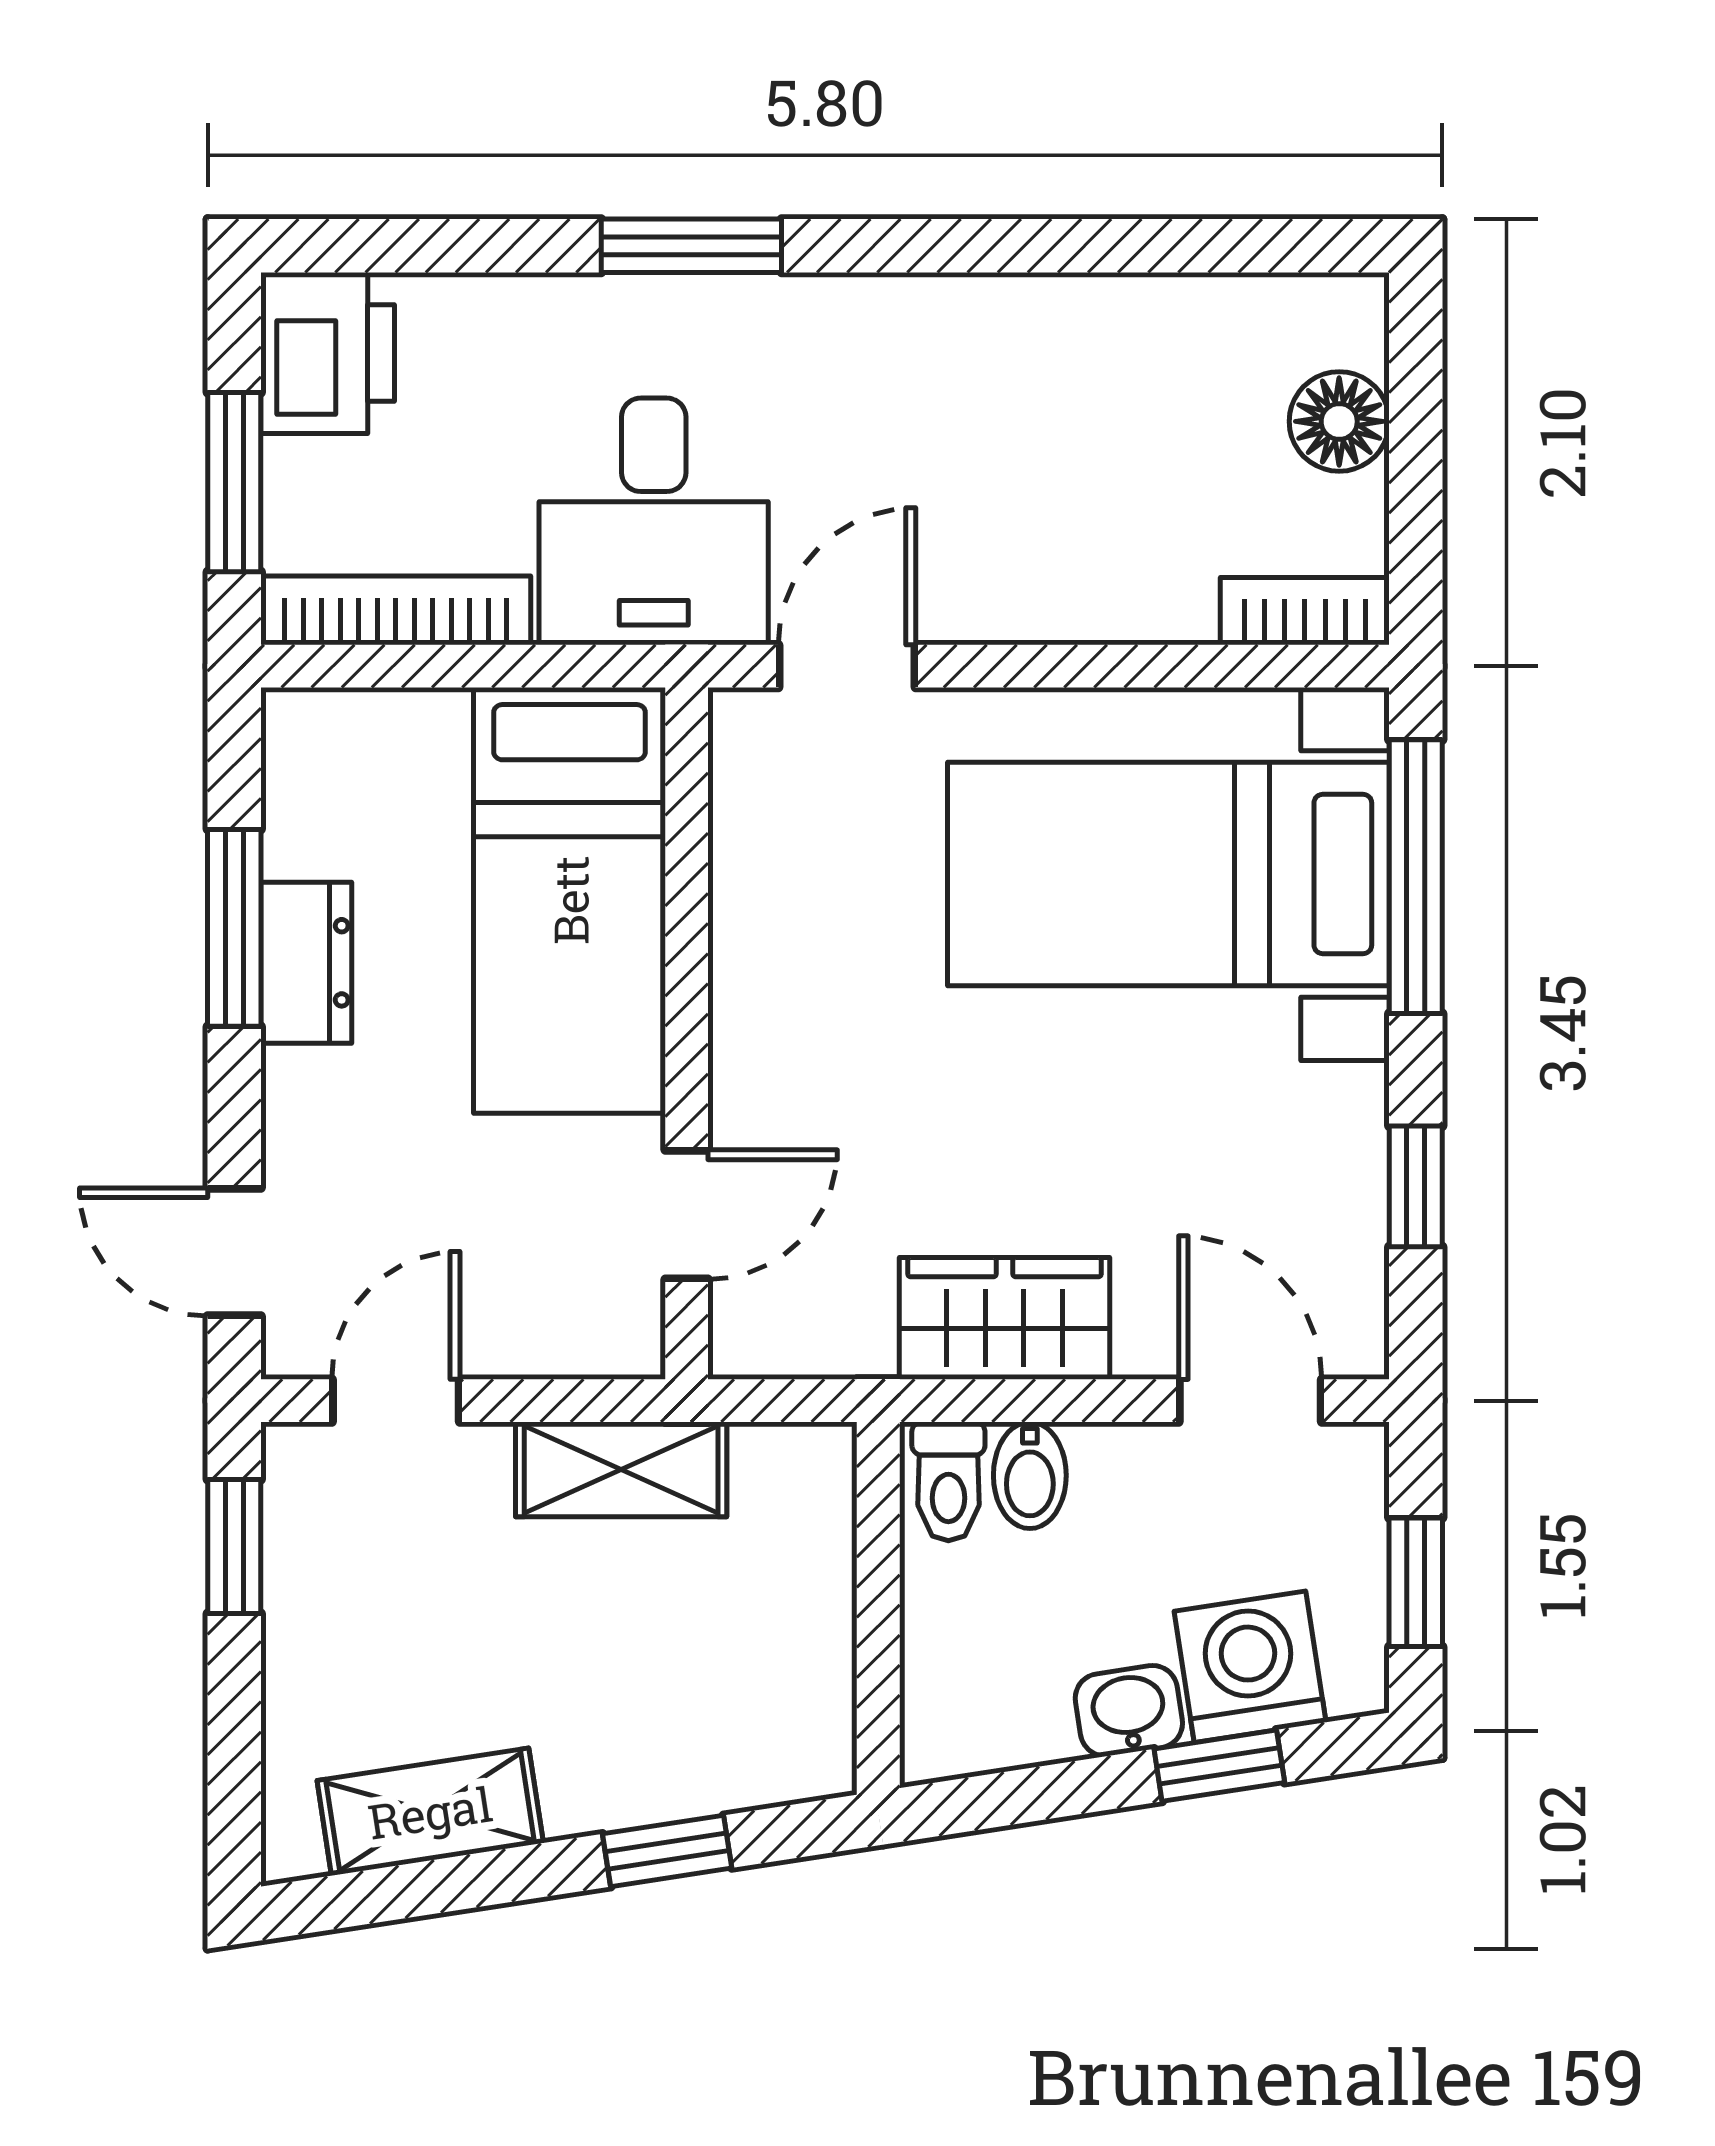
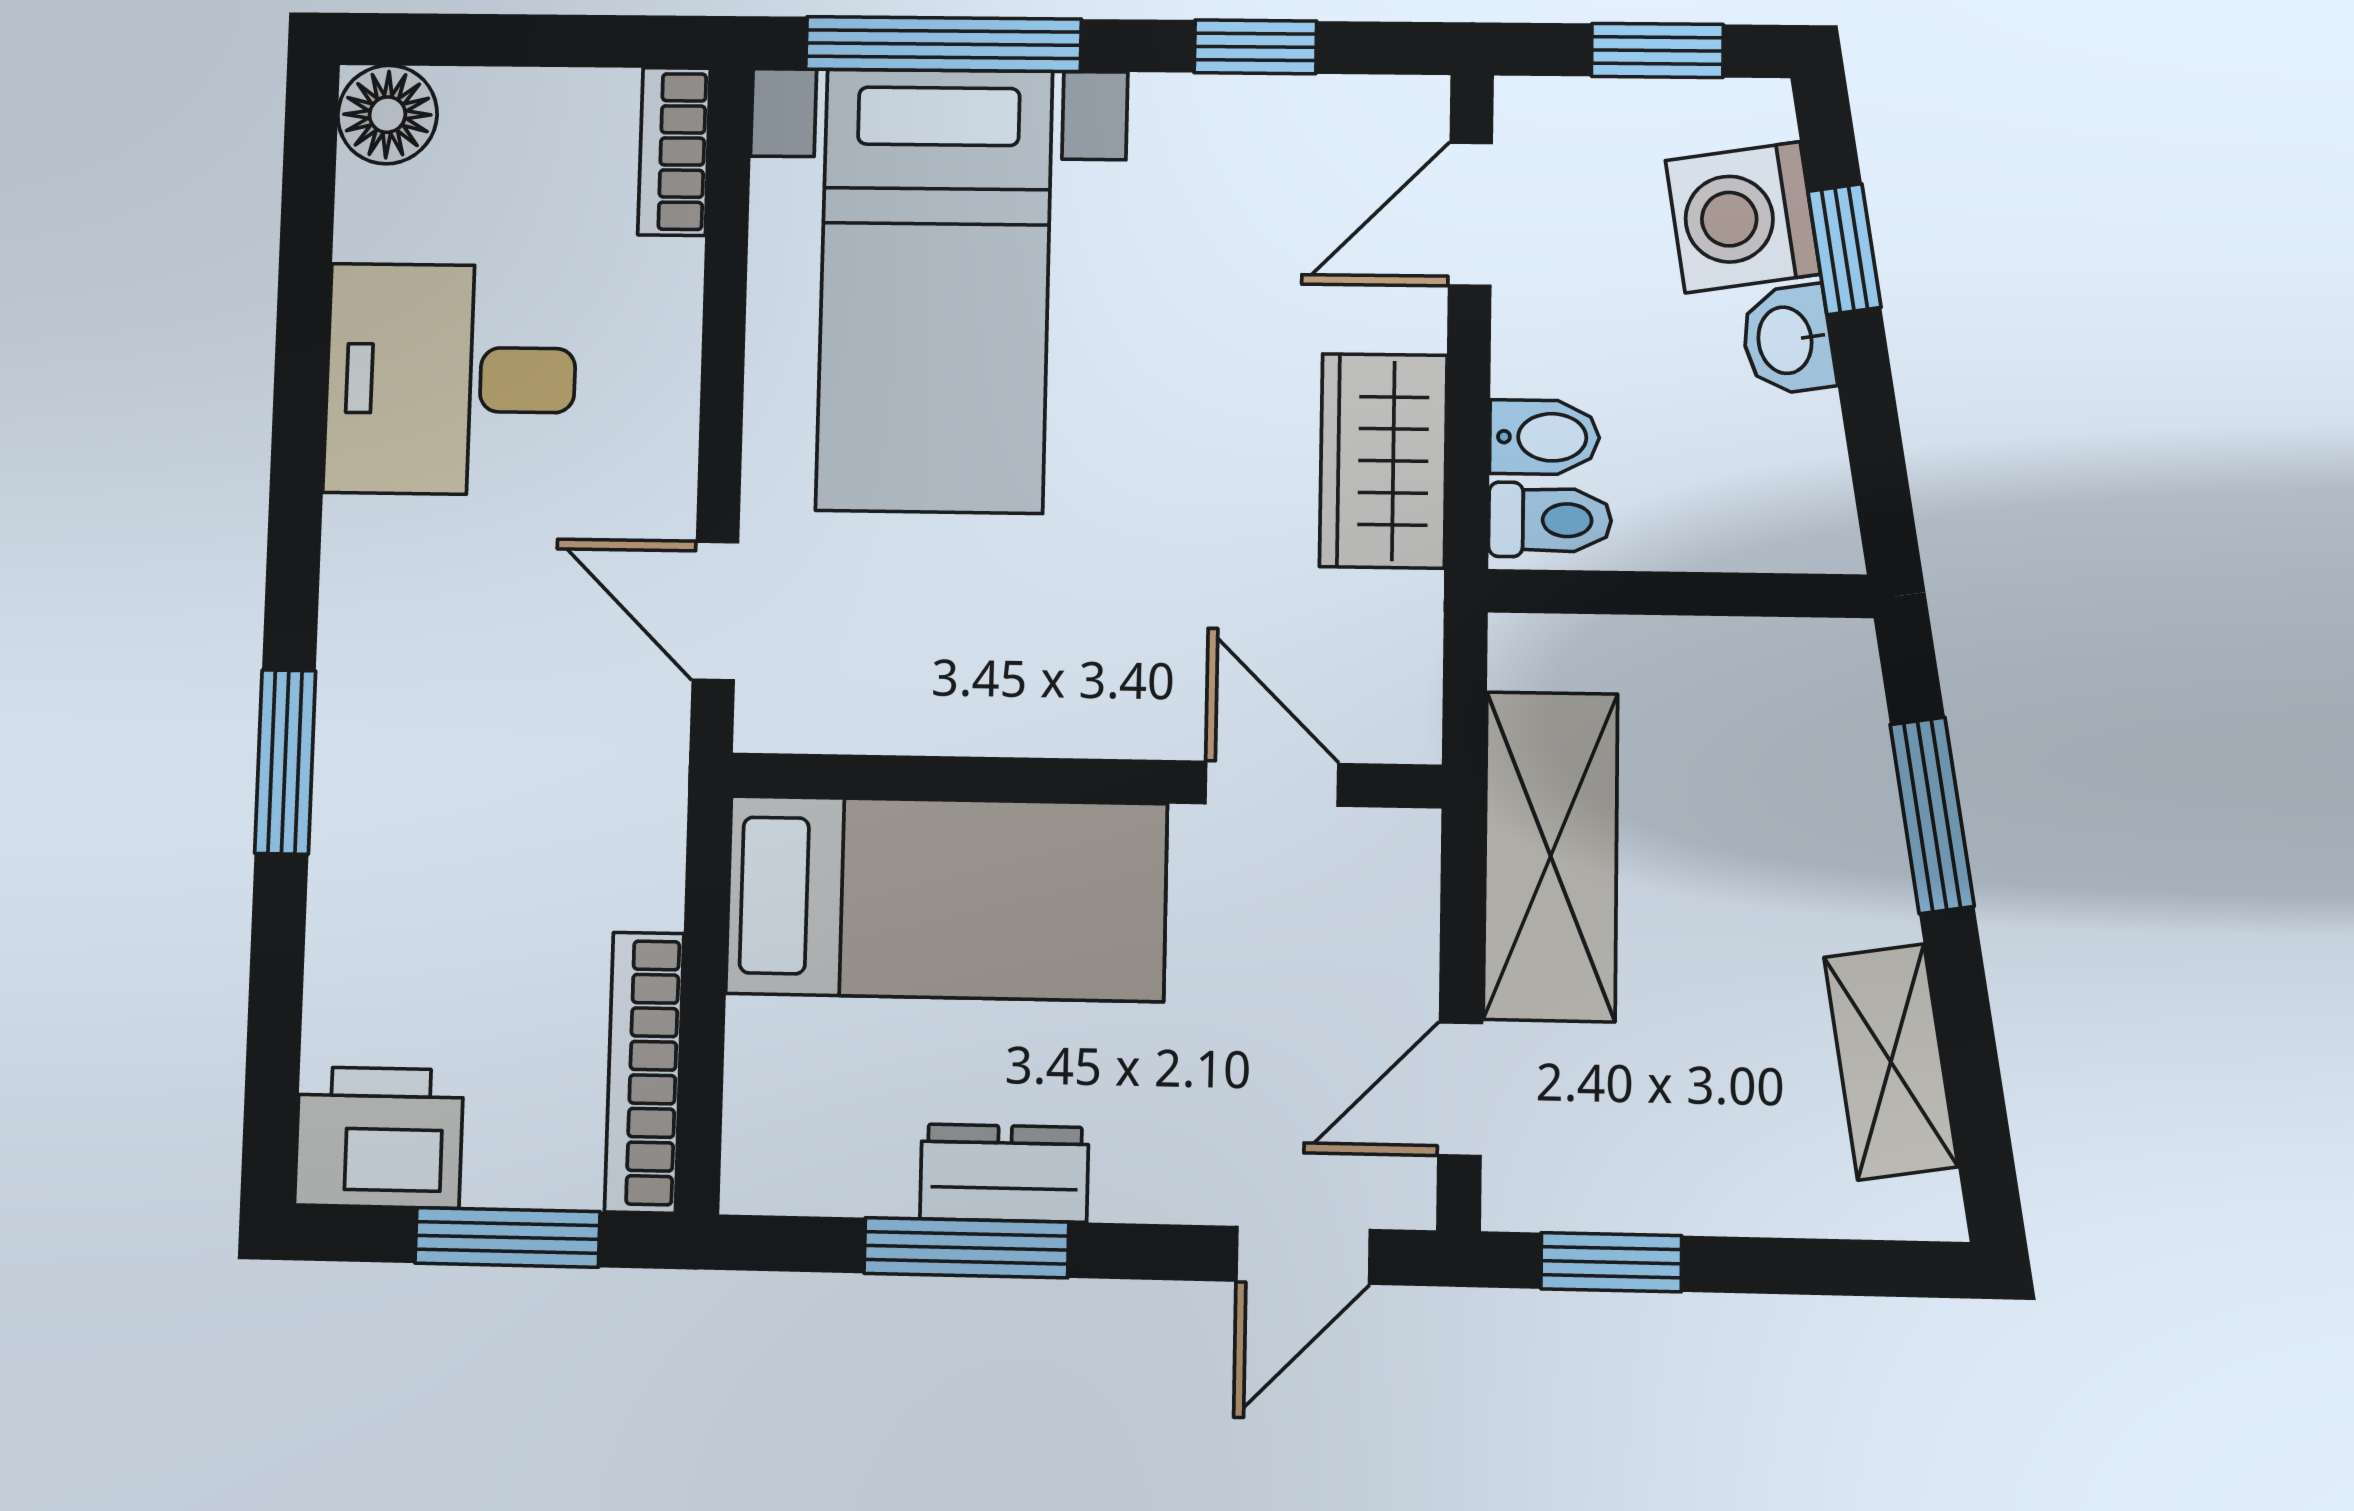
floor lamp: (1339, 421) -> (387, 115), moved
desk: (654, 521) -> (451, 379), moved, turned 180
door: (396, 1401) -> (1460, 1089), hinge flipped
shelving: (621, 1469) -> (1551, 856), width x1.50, depth x1.33
window: (667, 1851) -> (1932, 815), width x1.50

